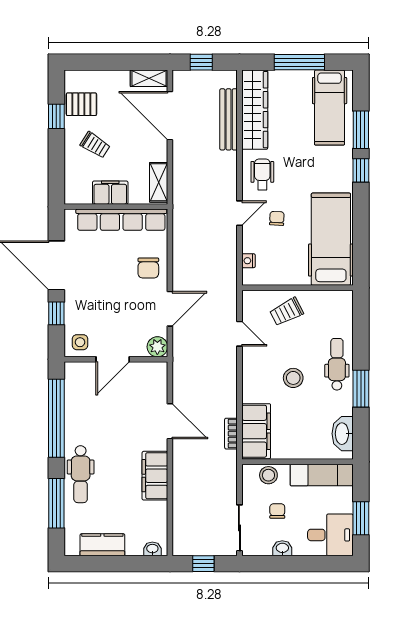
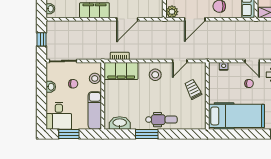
door: (170, 309) -> (195, 19), hinge flipped
stool: (293, 378) -> (155, 75), moved

